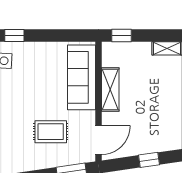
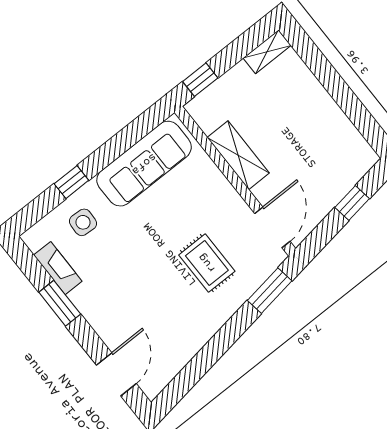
sofa: (82, 77) -> (144, 164), moved, turned -90
rug: (51, 132) -> (207, 263), turned 90

